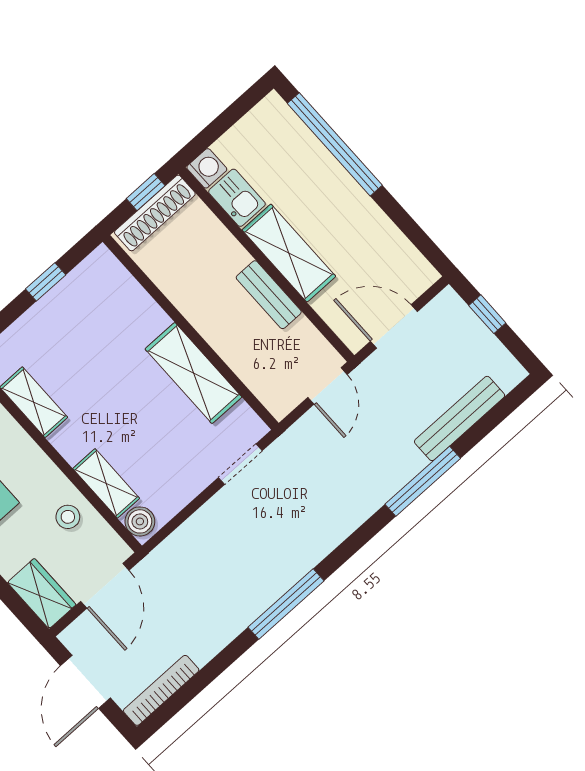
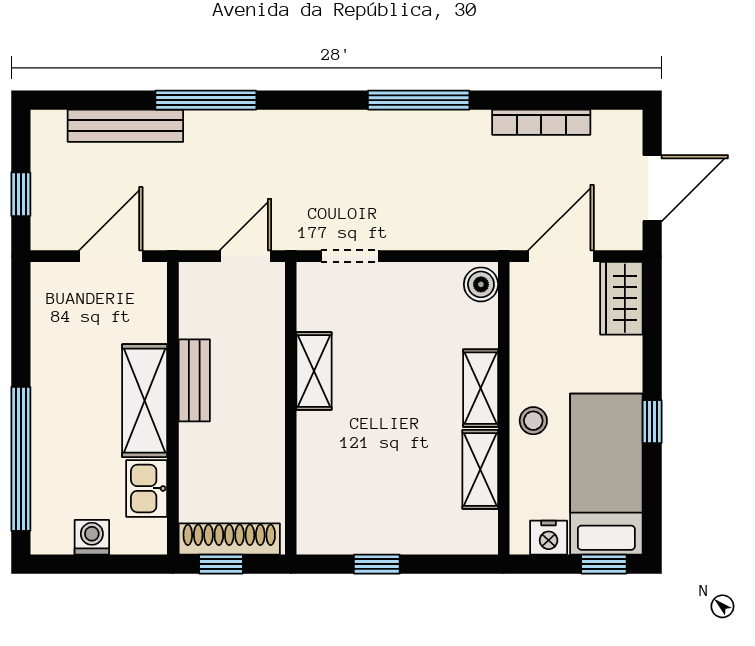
washing machine: (207, 168) -> (92, 537), moved, turned 90
door: (394, 326) -> (111, 256), swing flipped
shelving: (193, 373) -> (314, 371), width x0.67, depth x0.75
door: (328, 386) -> (245, 256), moved
shelving: (106, 483) -> (481, 388), moved
stool: (68, 517) -> (533, 421), moved
bookcase: (161, 690) -> (541, 122), moved

